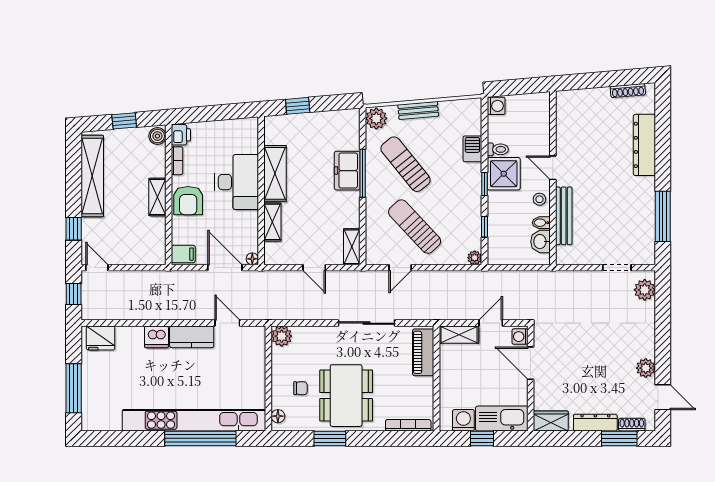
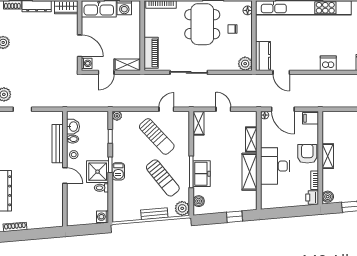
boiler: (352, 129) -> (199, 201), added
barbecue: (472, 149) -> (118, 171), moved
kitchen counter: (192, 337) -> (263, 56), moved, turned 90

